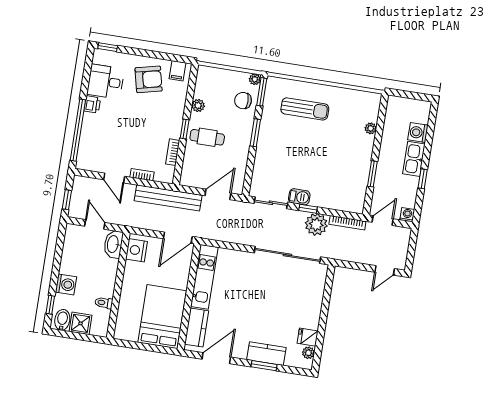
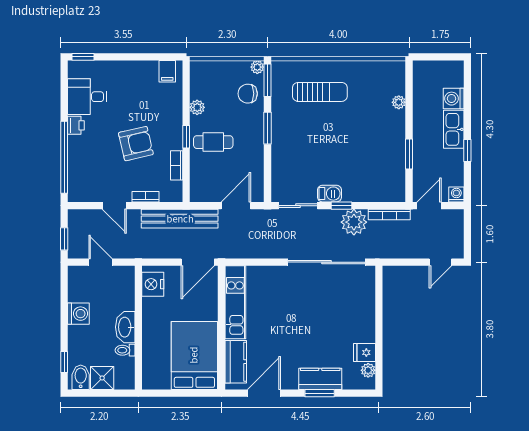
armchair: (149, 79) -> (136, 144), moved
washbasin: (113, 244) -> (125, 327), moved
washing machine: (66, 284) -> (78, 314), moved

